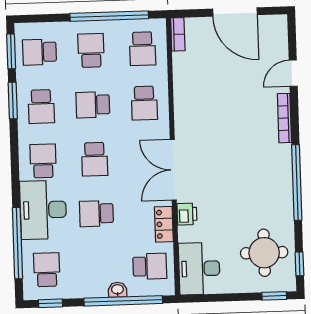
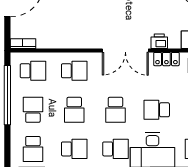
school desk: (91, 50) -> (33, 110), turned 90
school desk: (95, 159) -> (115, 110), turned 90
school desk: (43, 161) -> (115, 149), turned 180
school desk: (96, 214) -> (157, 110), turned 90

